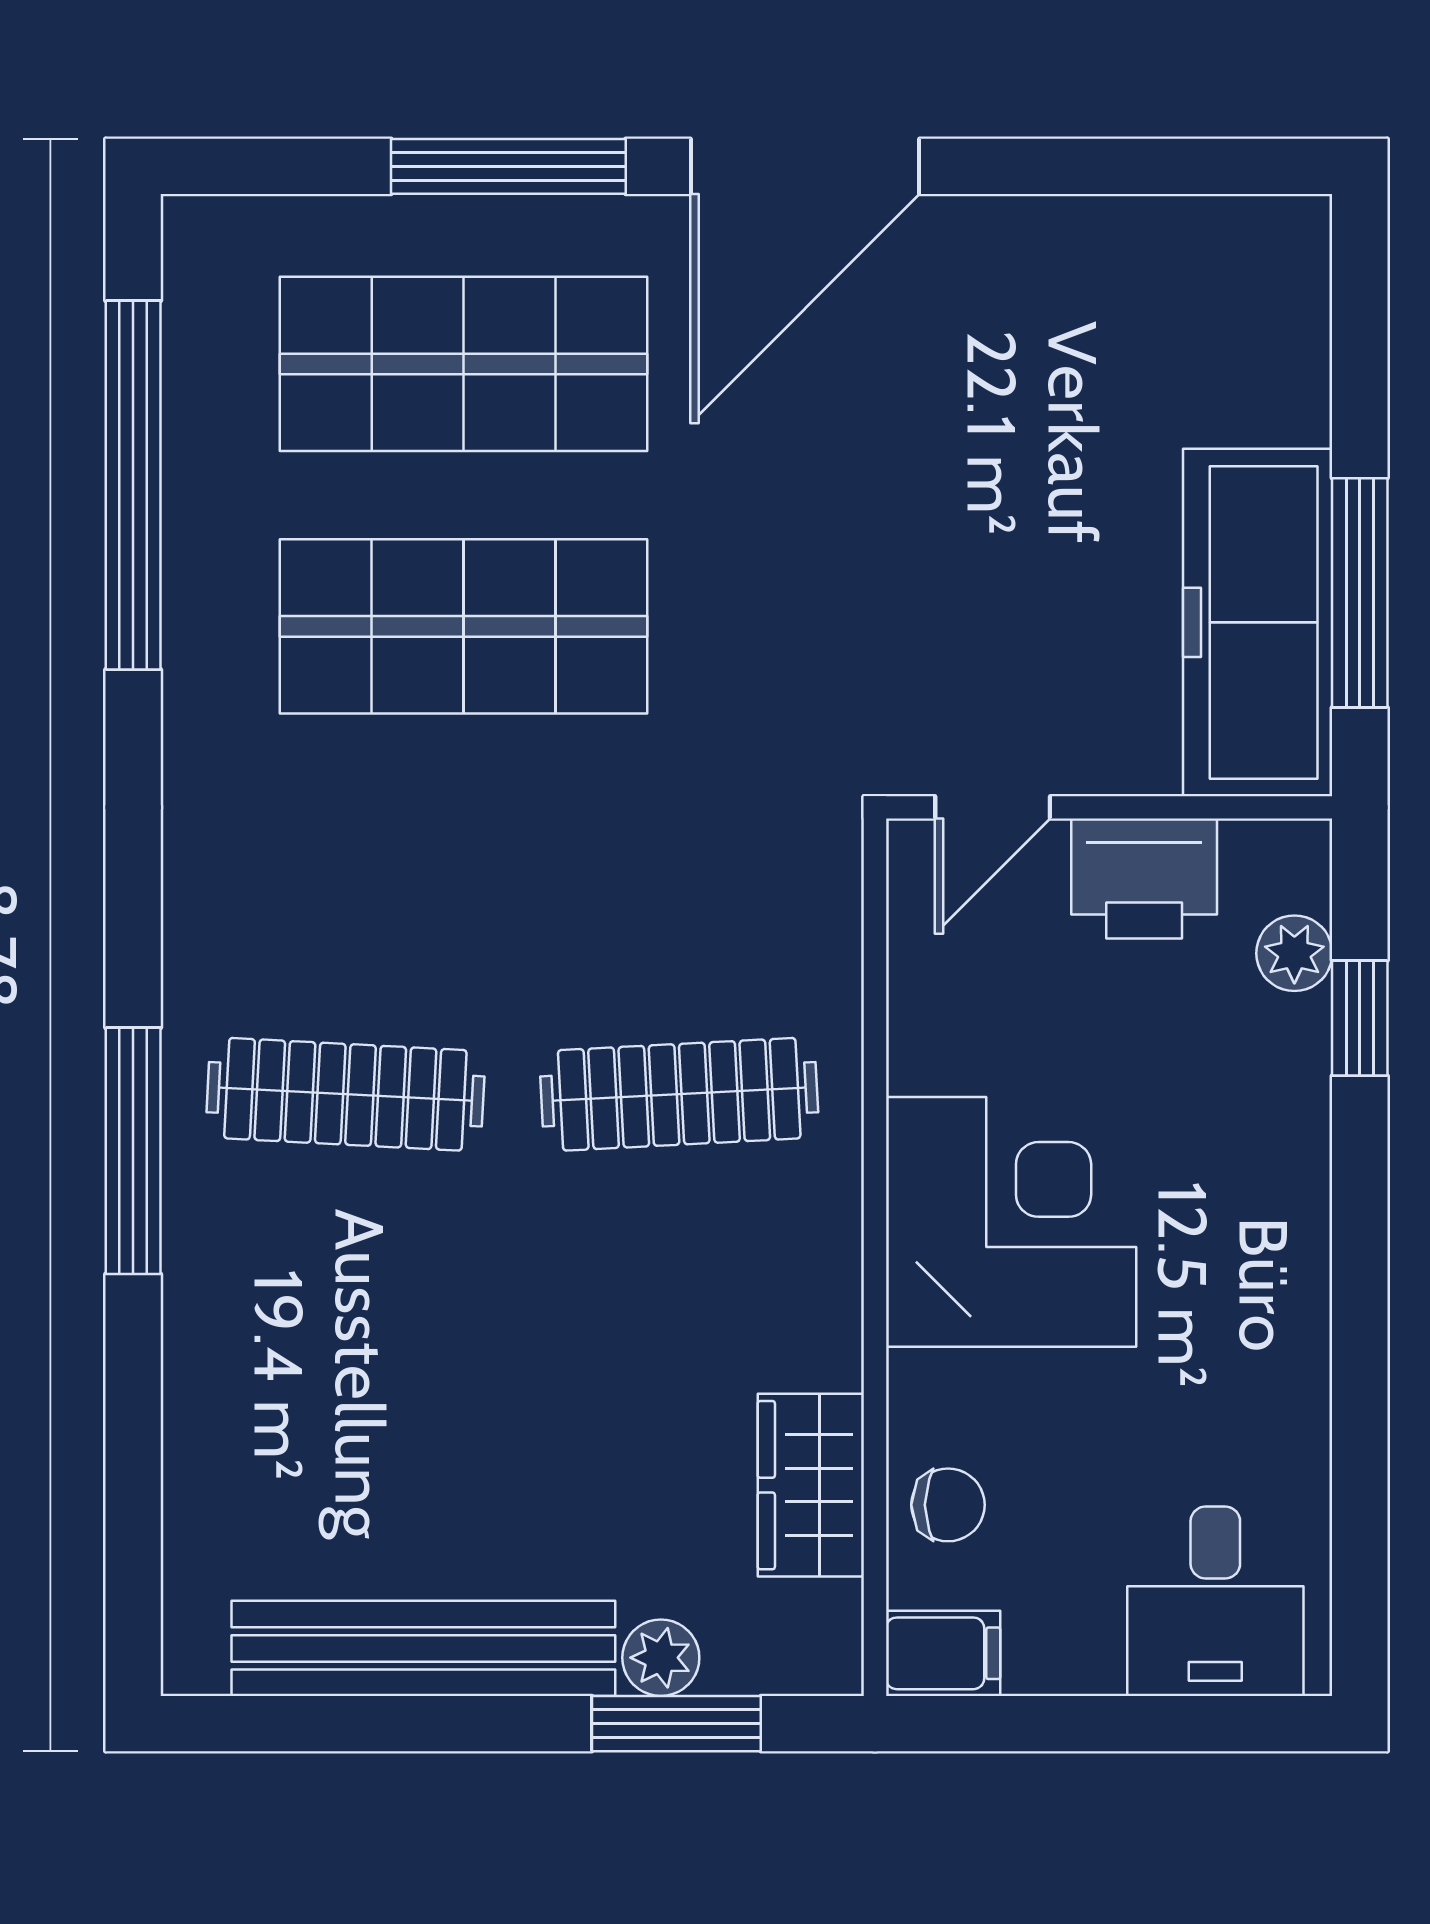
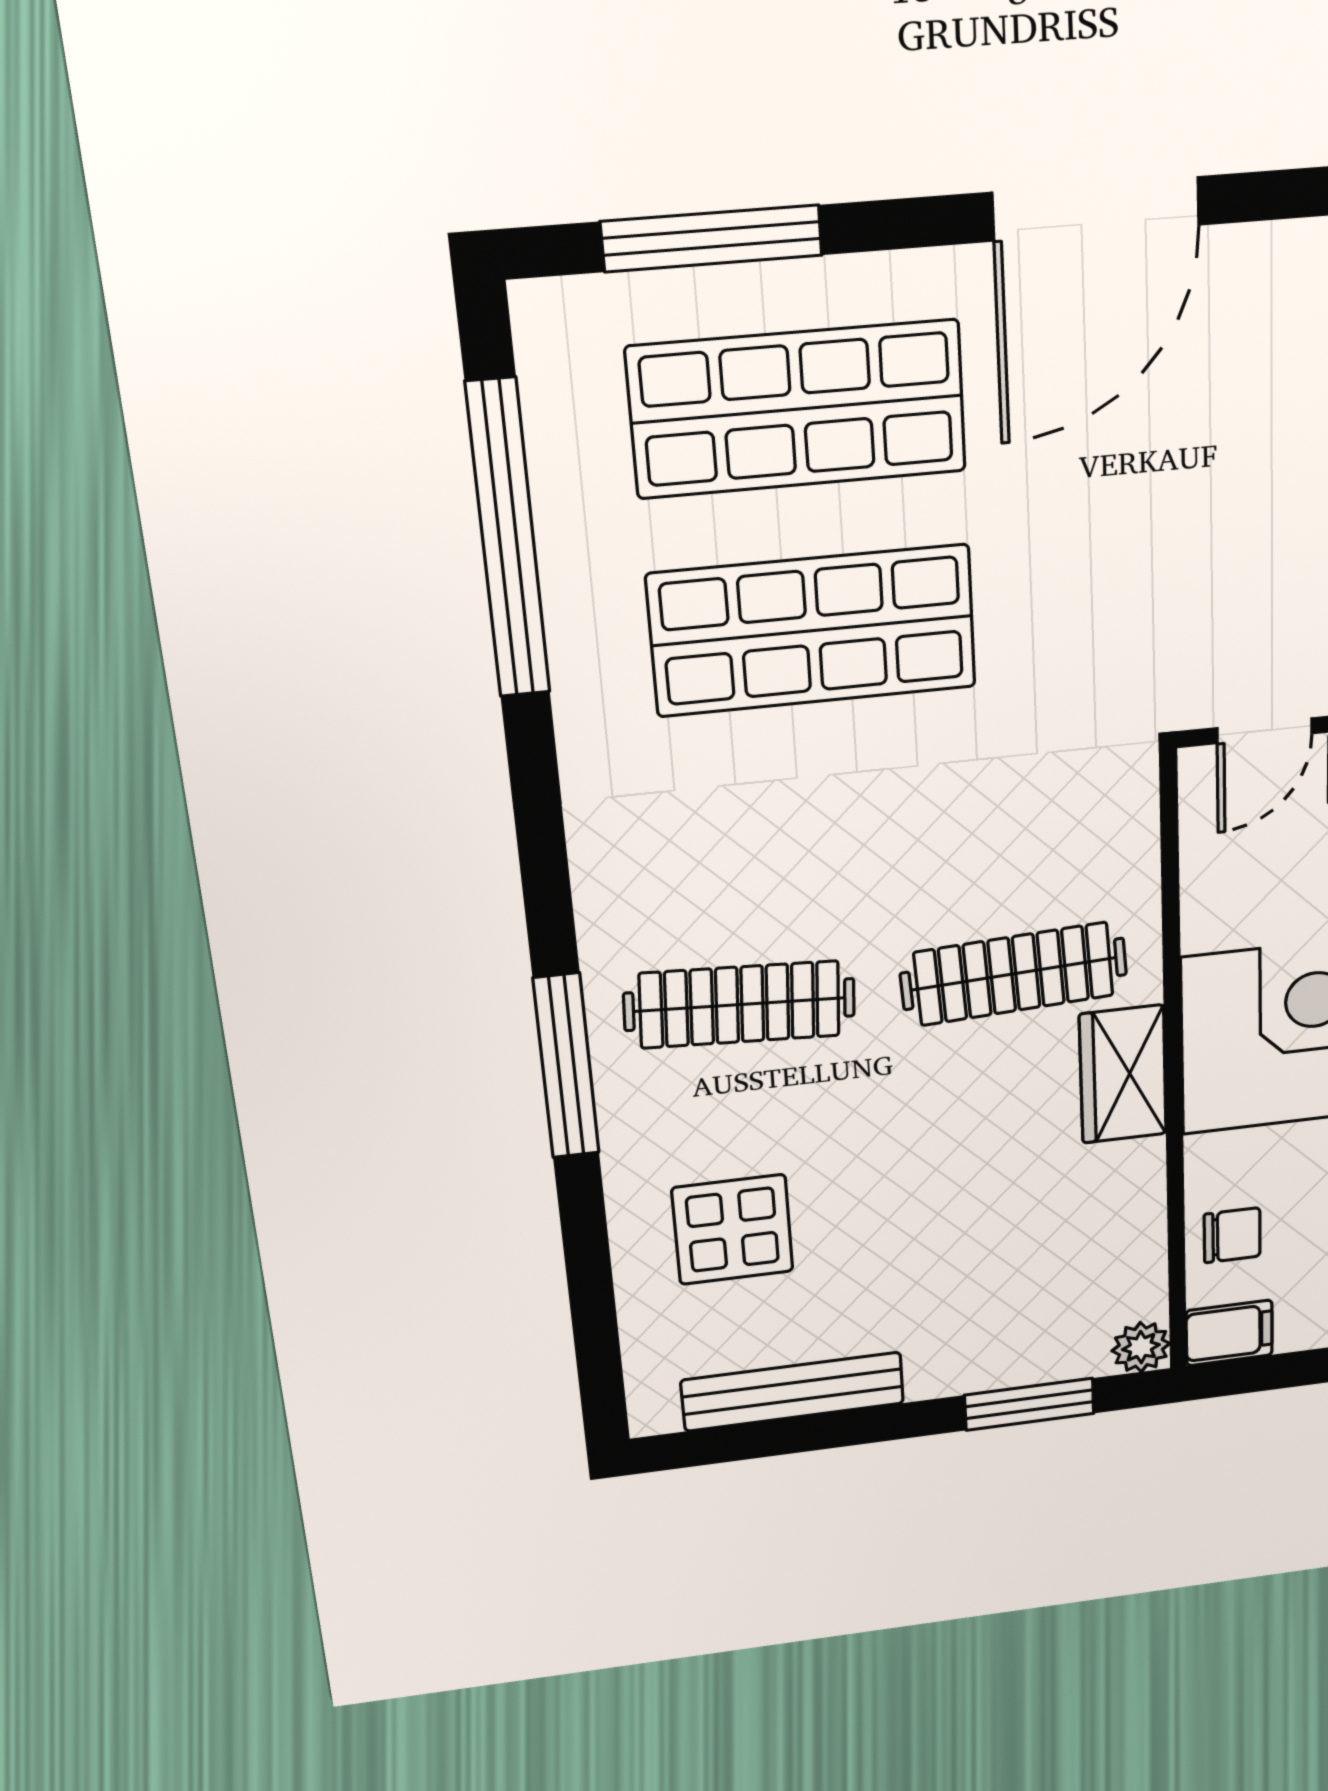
window: (508, 166) -> (712, 238), moved
display table: (314, 1406) -> (733, 1230), added
wardrobe: (811, 1485) -> (1123, 1074), moved
bench: (423, 1648) -> (793, 1392), width x0.73, depth x0.82
plant: (661, 1658) -> (1141, 1347), moved

